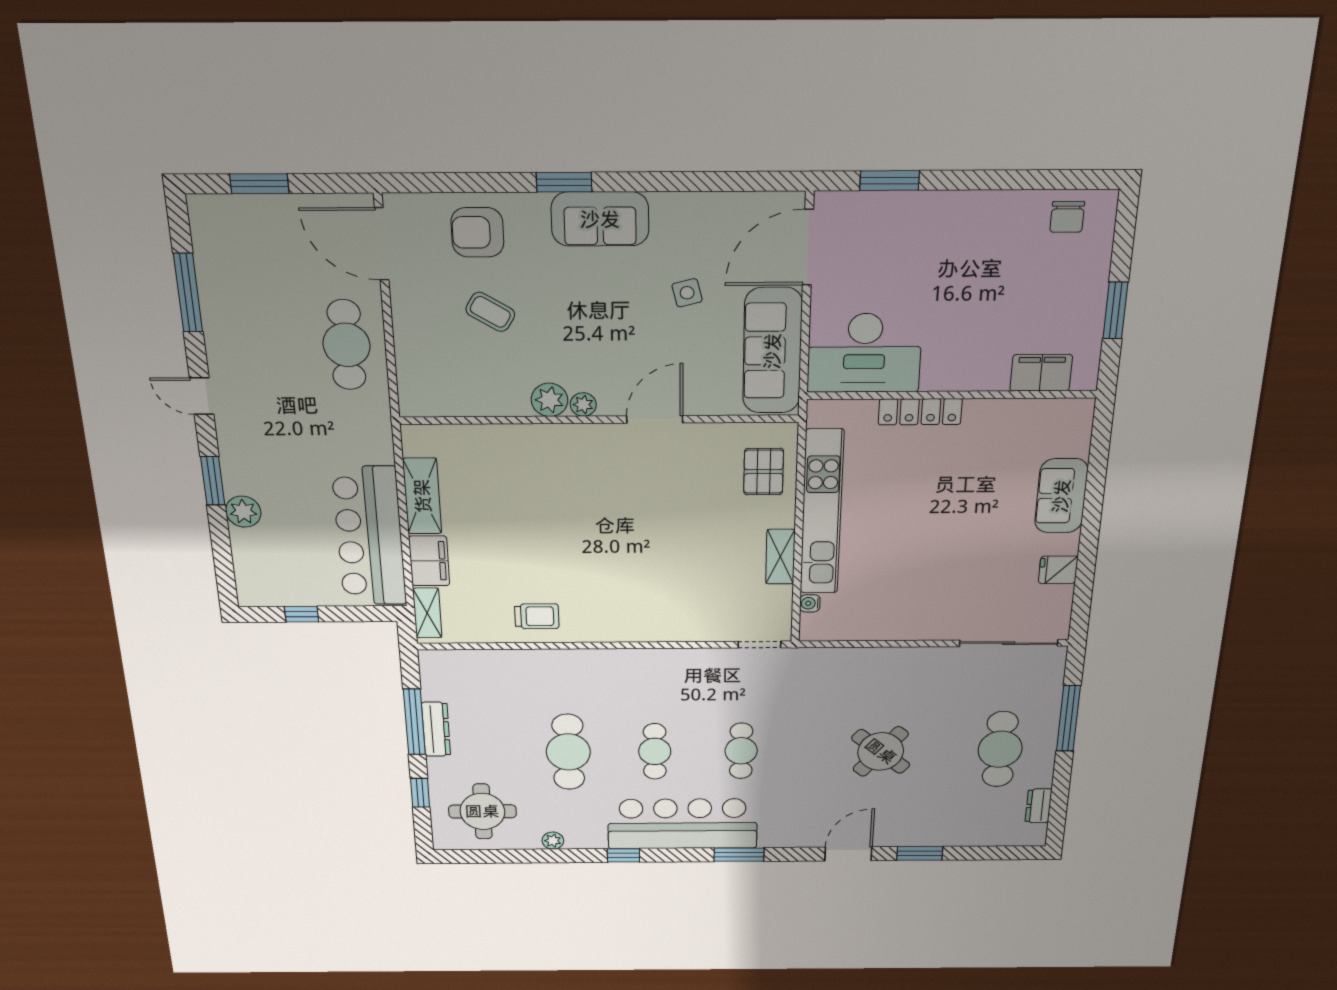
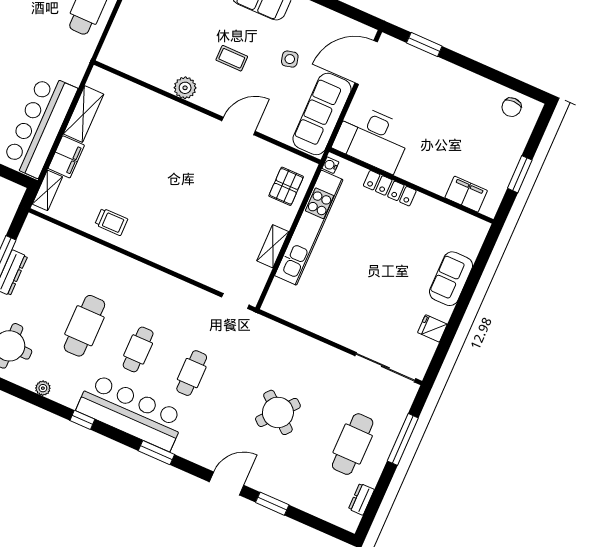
coffee table: (490, 312) -> (232, 58), moved, turned -31
plant: (583, 405) -> (203, 99), removed
water cooler: (810, 603) -> (330, 165), moved

